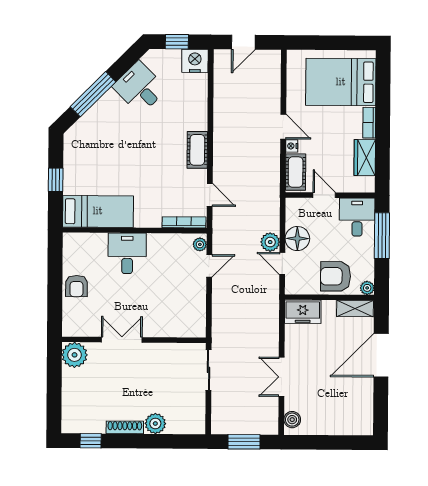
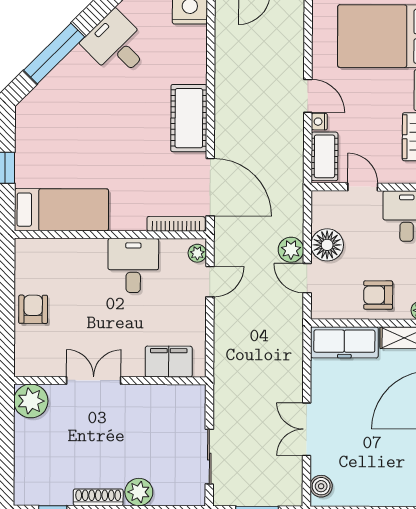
cot: (197, 150) -> (189, 118), width x1.37, depth x1.34
door: (210, 195) -> (210, 187), width x1.88
desk: (127, 253) -> (133, 266), moved
armchair: (335, 276) -> (378, 295), width x0.72, depth x0.72
armchair: (76, 286) -> (33, 309), turned 180
freezer: (303, 312) -> (344, 342), width x1.40
filing cabinet: (178, 326) -> (169, 362), added
sliding door: (209, 370) -> (209, 457), moved

